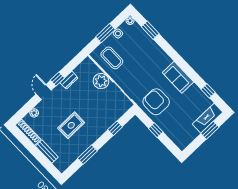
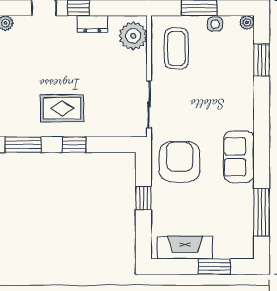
plant: (101, 81) -> (133, 36), moved
window: (208, 91) -> (262, 212), width x2.17
fireplace: (207, 118) -> (185, 248), moved
rug: (71, 125) -> (62, 108), moved
window: (115, 128) -> (74, 145), moved

